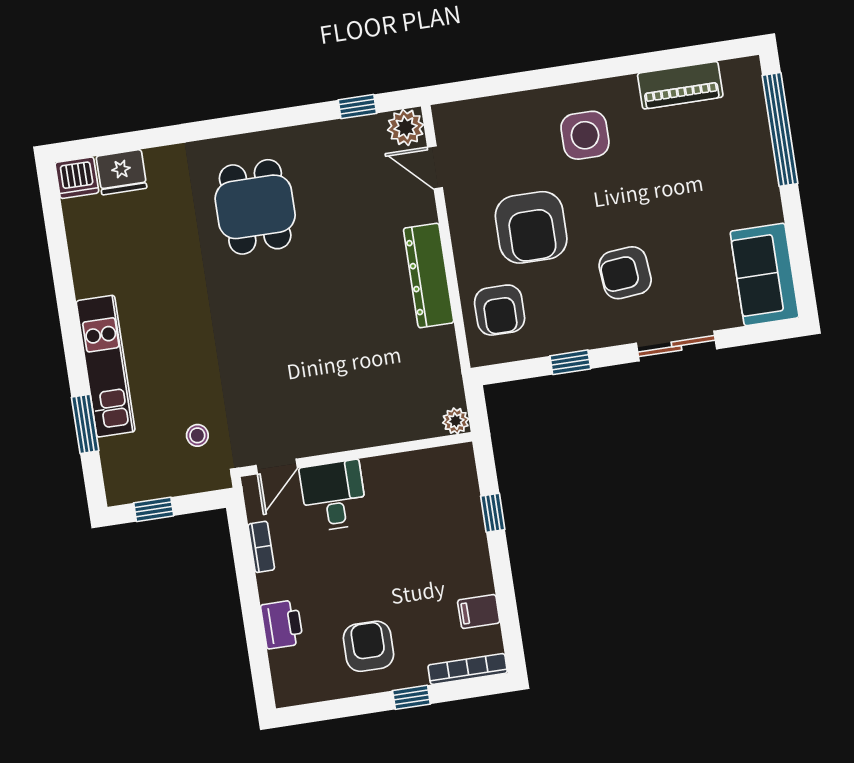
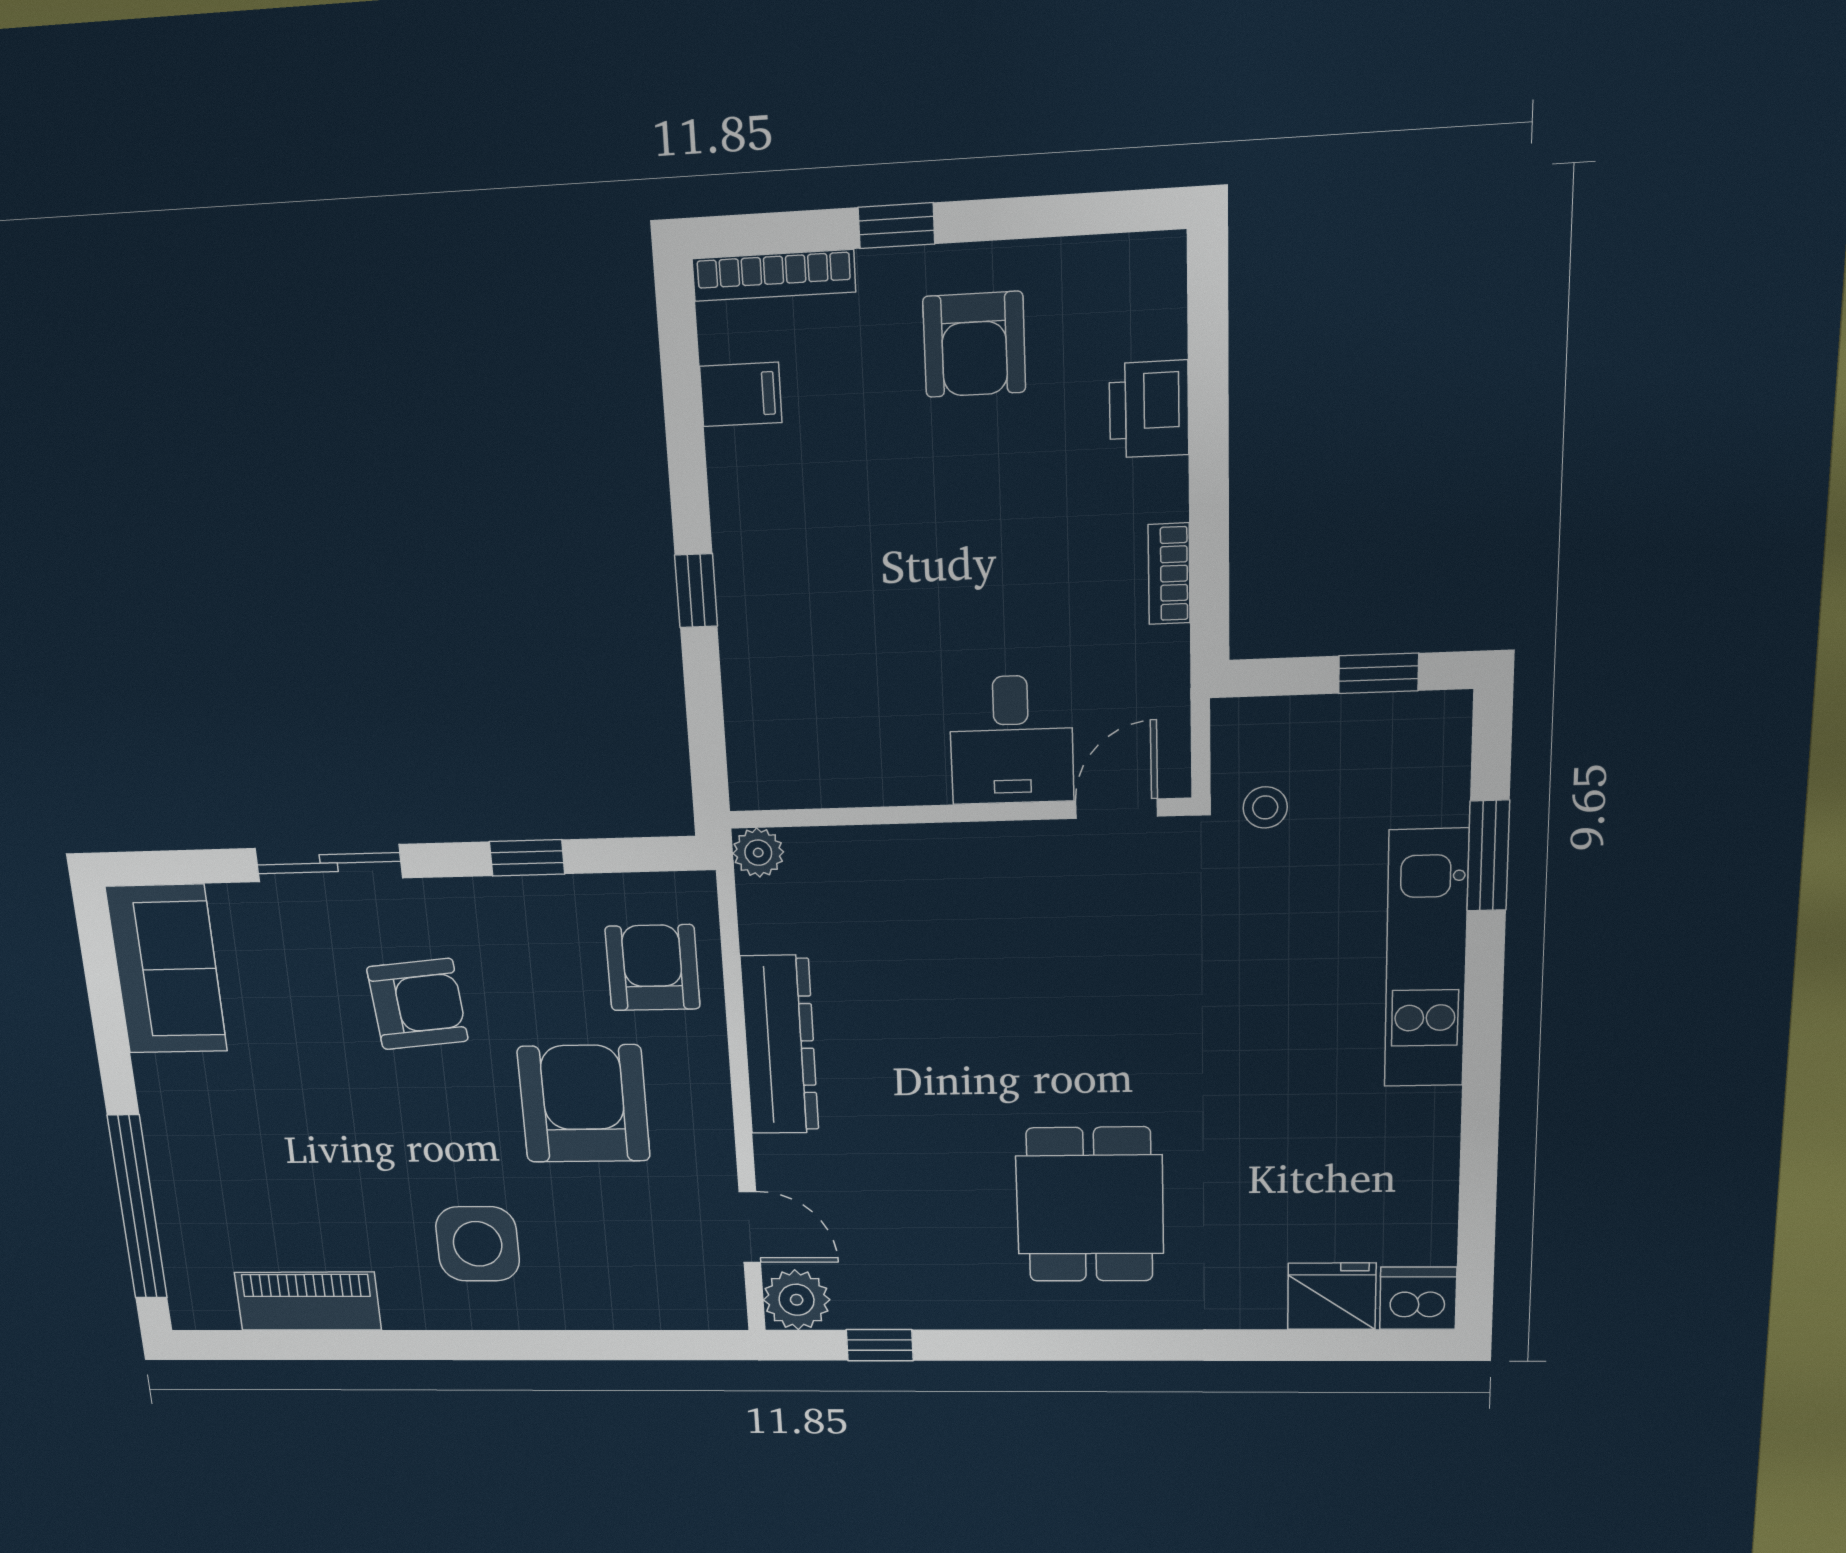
plant: (456, 421) -> (758, 853), moved
wall: (356, 454) -> (958, 813), moved
door: (277, 466) -> (1117, 809), moved
desk: (334, 496) -> (1011, 740), moved

